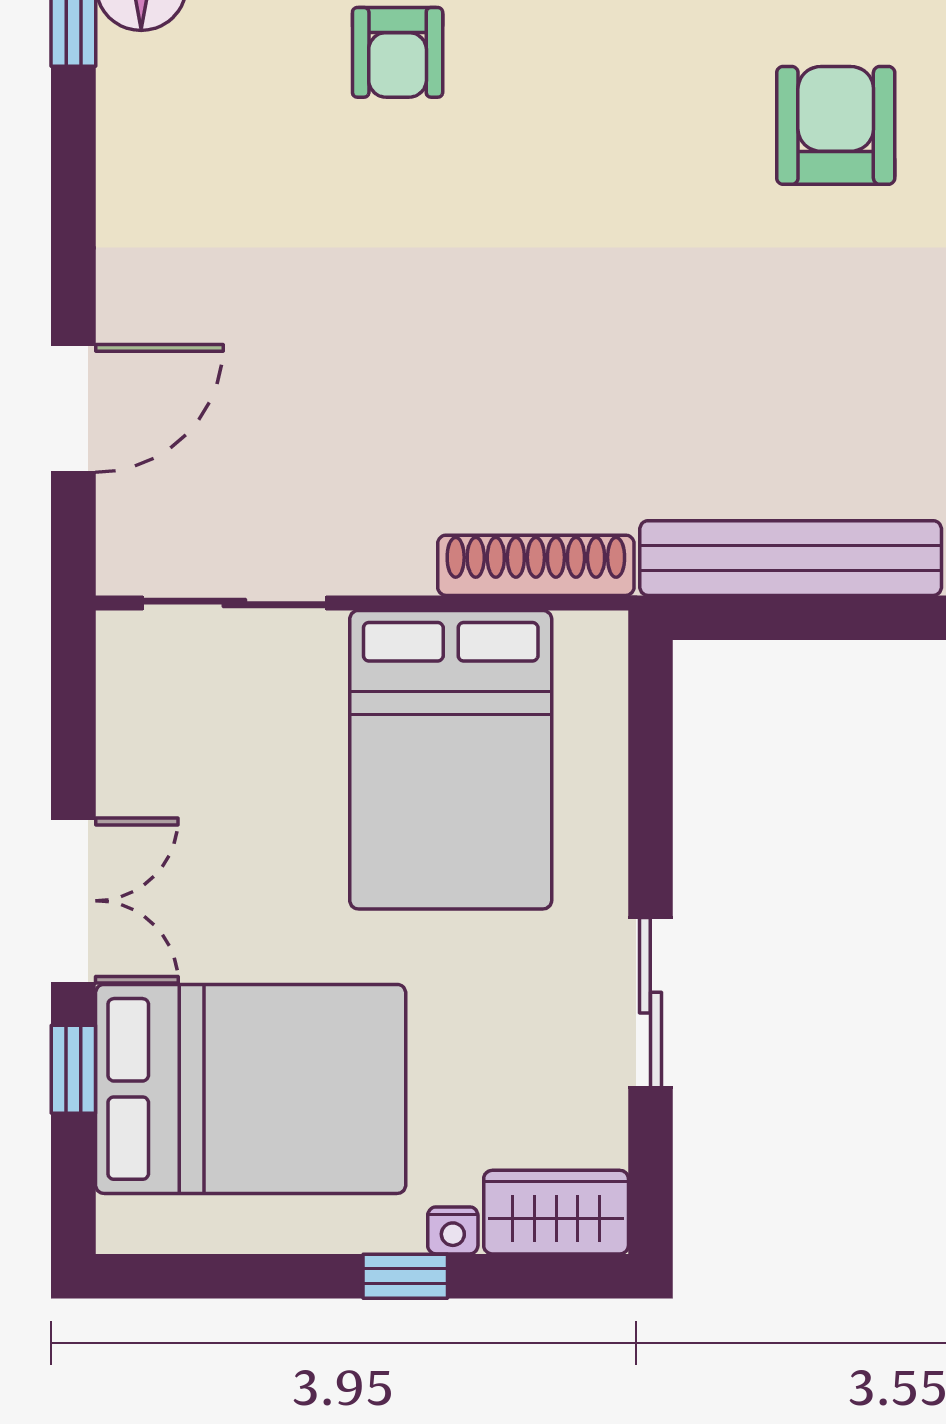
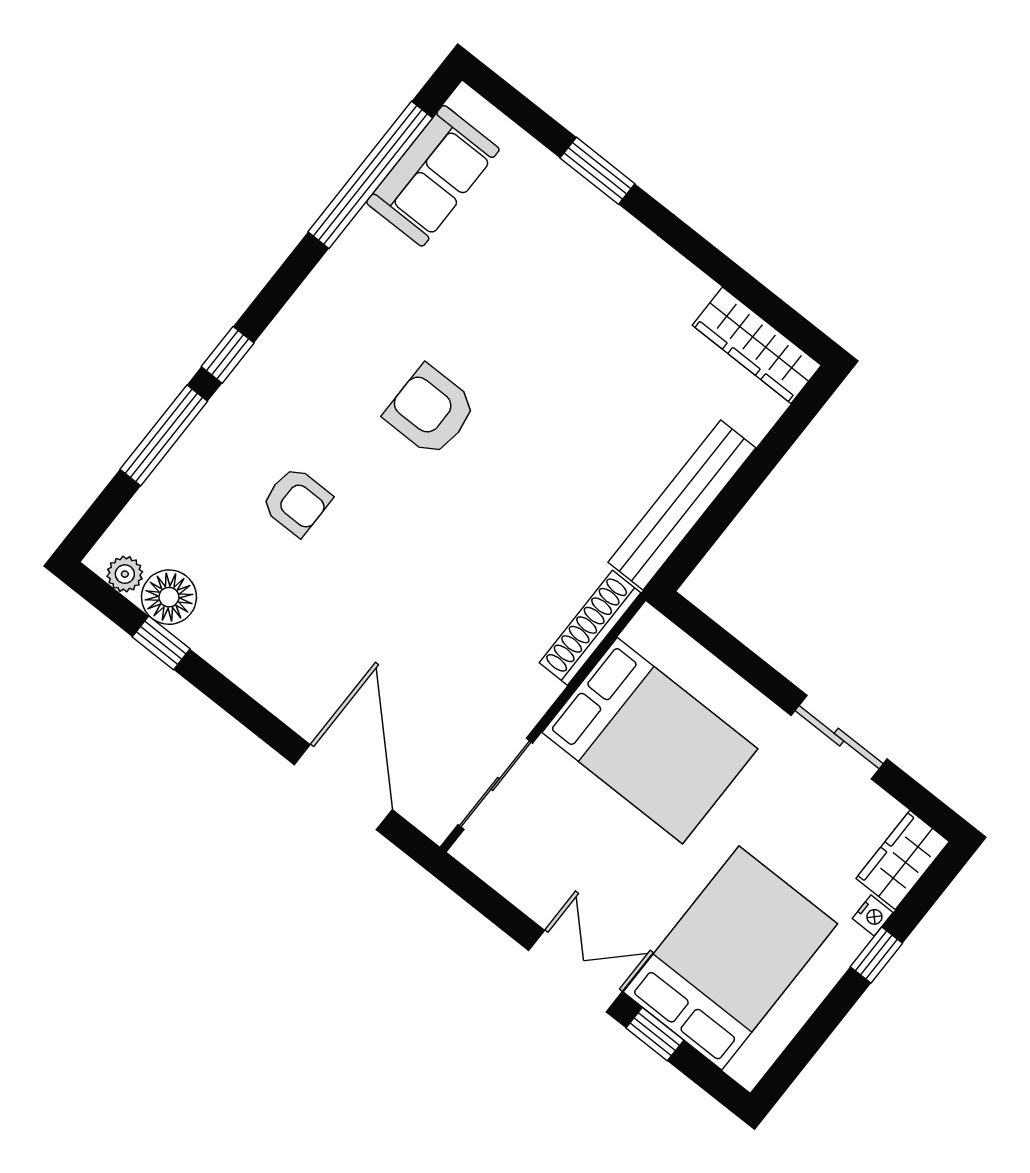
armchair: (836, 125) -> (430, 411), moved
door: (73, 408) -> (343, 787), width x1.36

